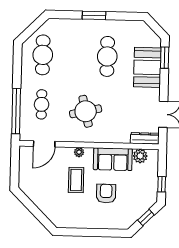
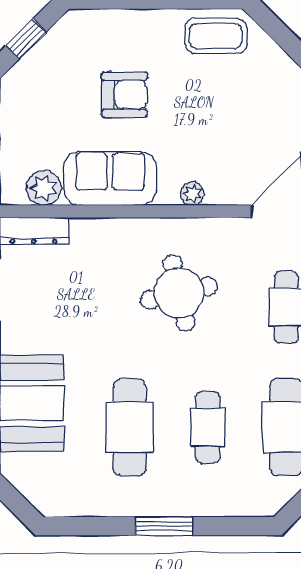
cafe table: (75, 56) -> (208, 427), added
coffee table: (76, 180) -> (216, 36), moved, turned 90
armchair: (106, 194) -> (124, 95), turned -90

